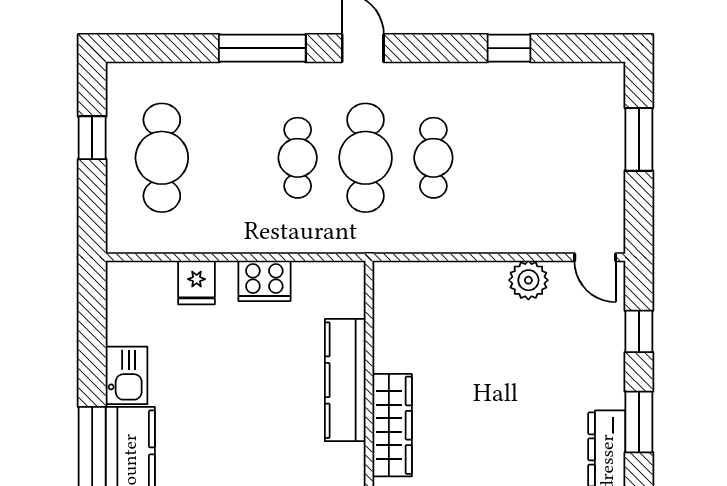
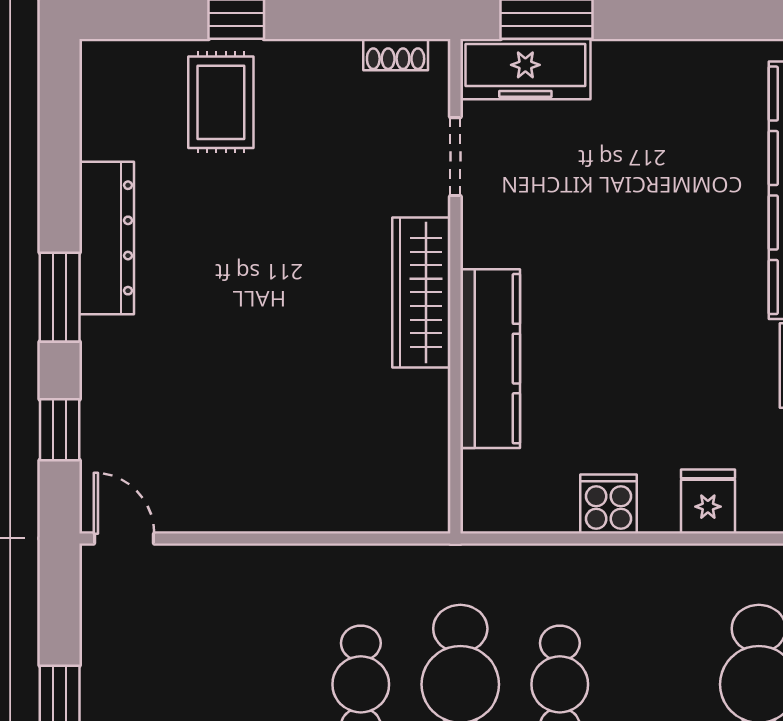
plant: (528, 280) -> (222, 505), removed
cooker: (264, 281) -> (609, 504), width x0.73

